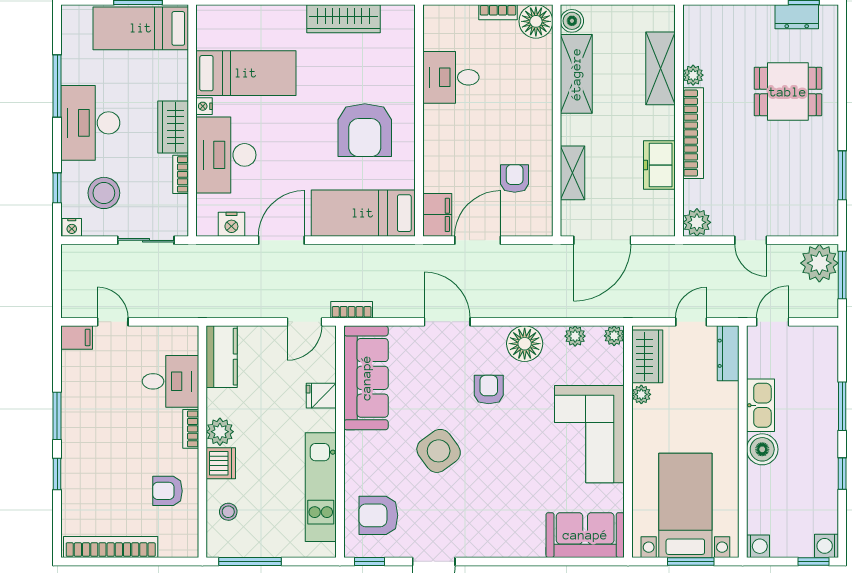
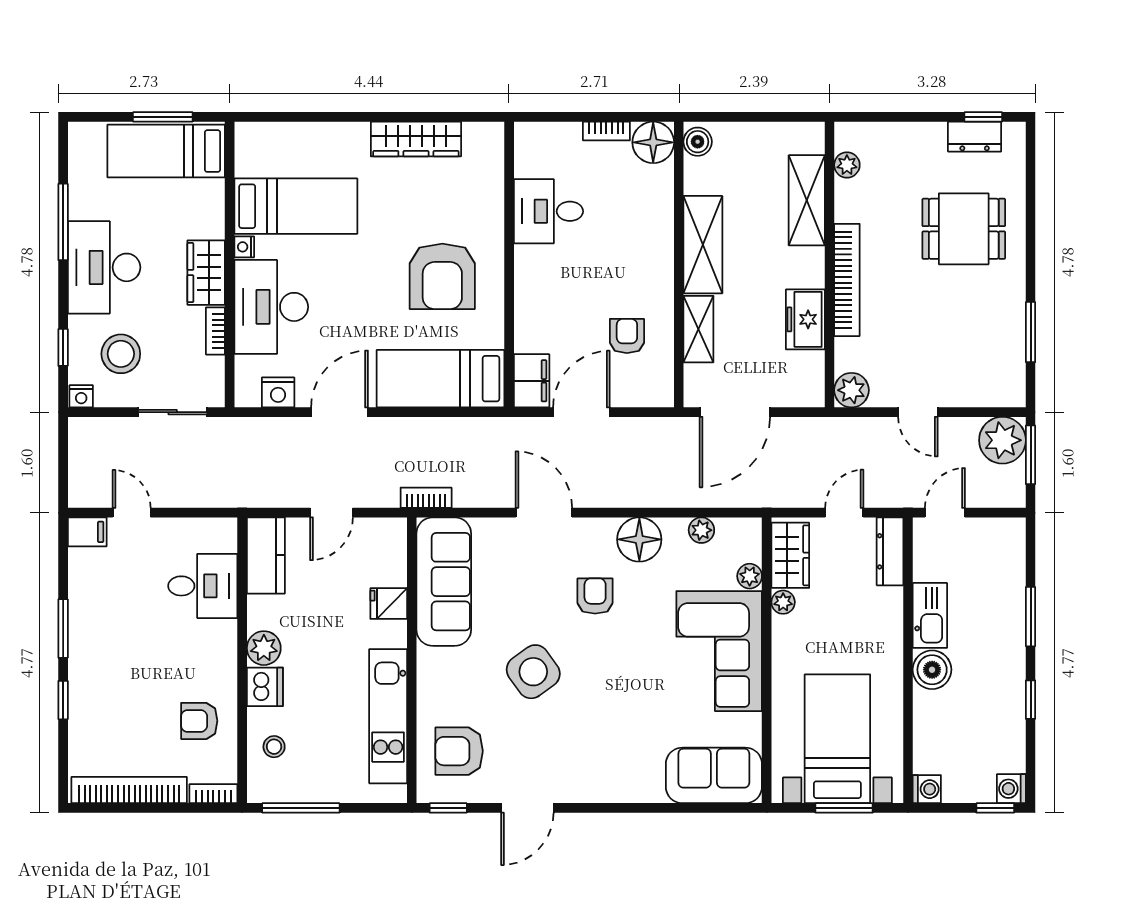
shelving: (576, 74) -> (703, 245), moved
plant: (693, 75) -> (847, 165), moved
door: (304, 322) -> (331, 513), moved
plant: (614, 336) -> (750, 576), moved
bookcase: (191, 429) -> (213, 794), moved, turned 90

